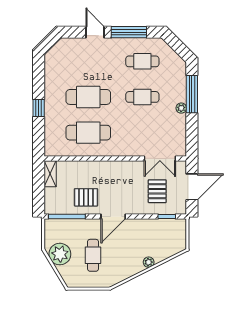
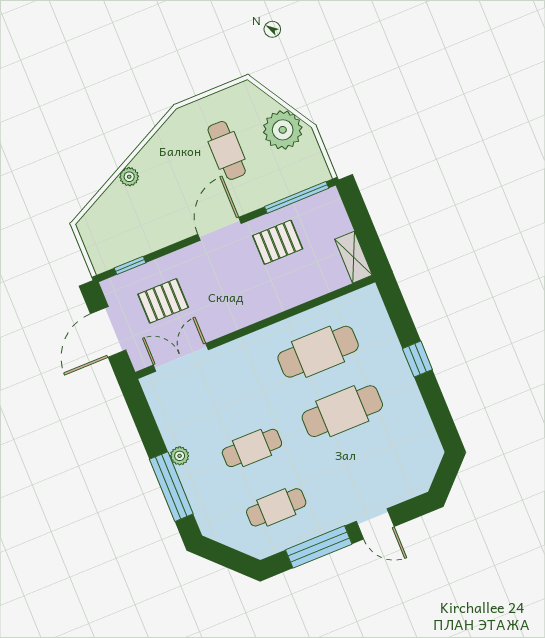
pallet: (157, 191) -> (163, 301), turned 90

